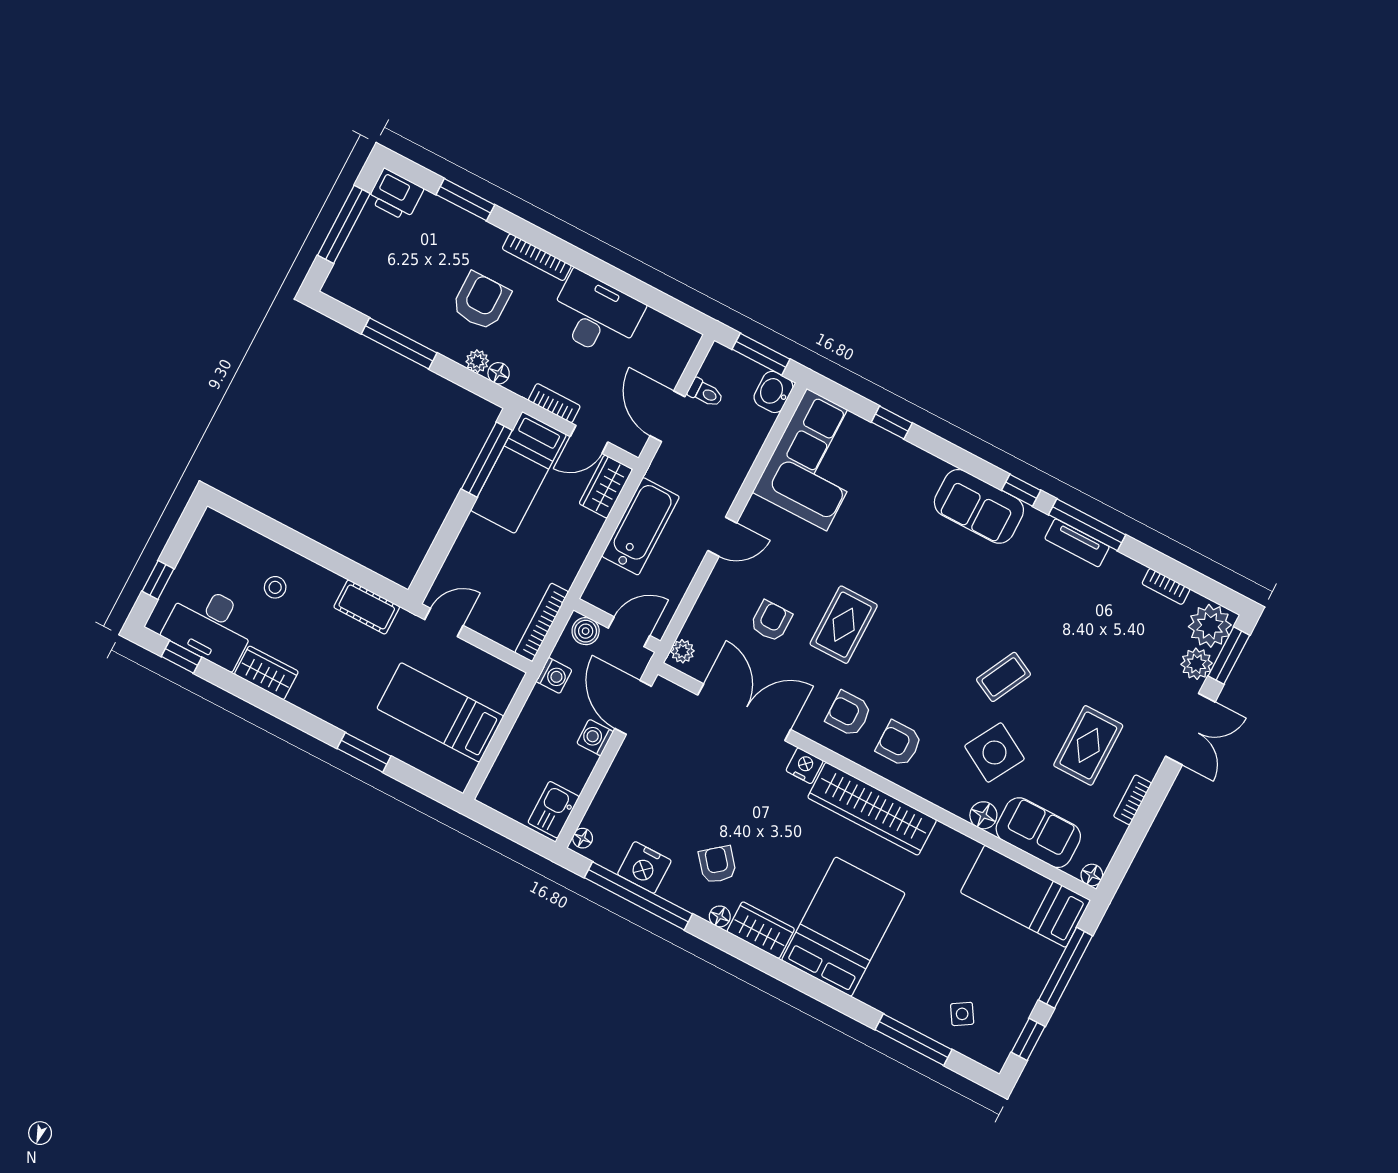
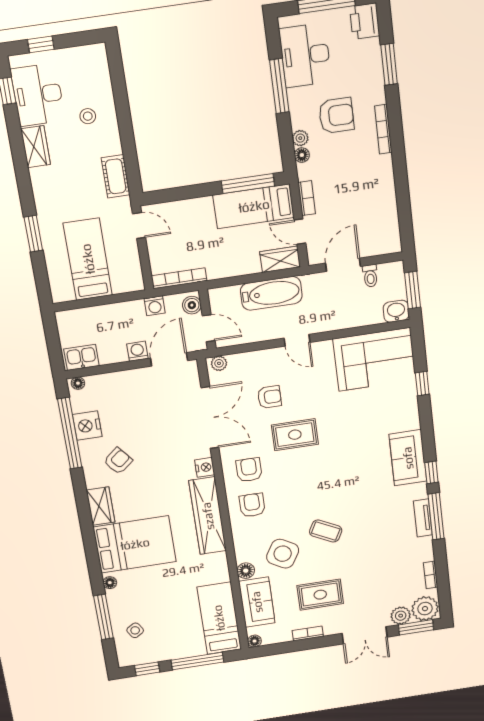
desk: (596, 315) -> (305, 55), moved, turned 180
floor lamp: (720, 916) -> (110, 583), moved

